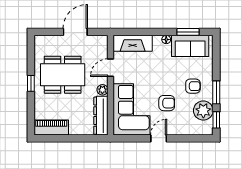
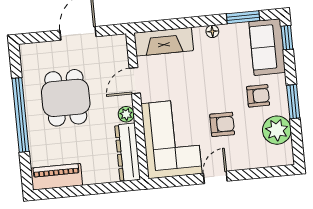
sofa: (190, 46) -> (267, 47), moved, turned 90
dining table: (63, 75) -> (66, 98), width x0.73
window: (31, 83) -> (20, 115), width x3.17
window: (216, 120) -> (287, 38), moved

